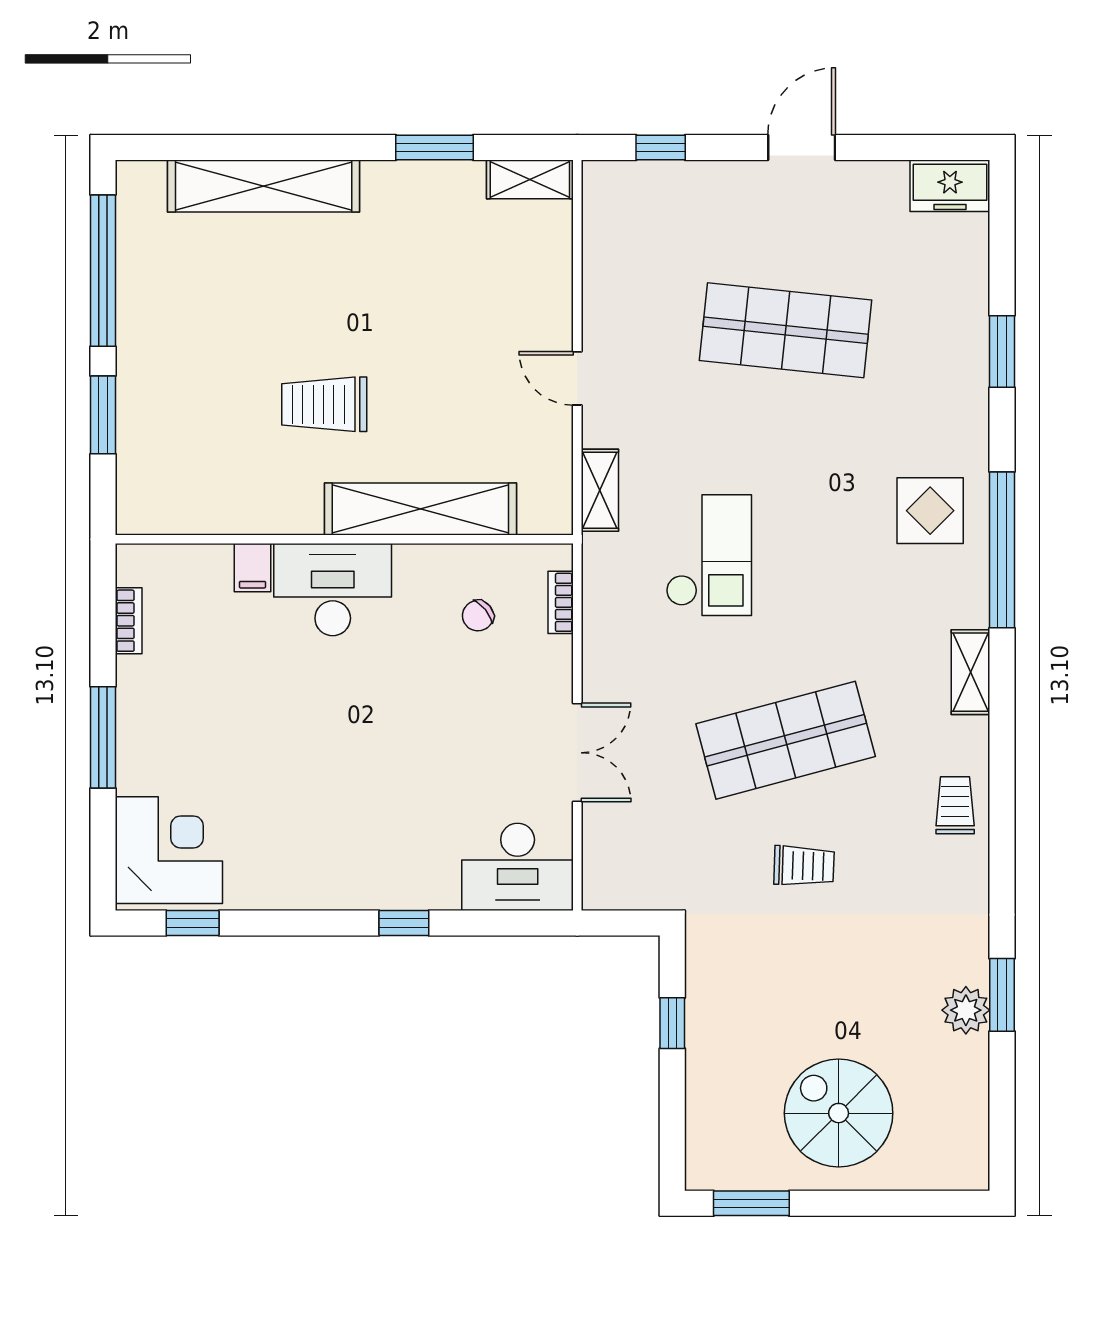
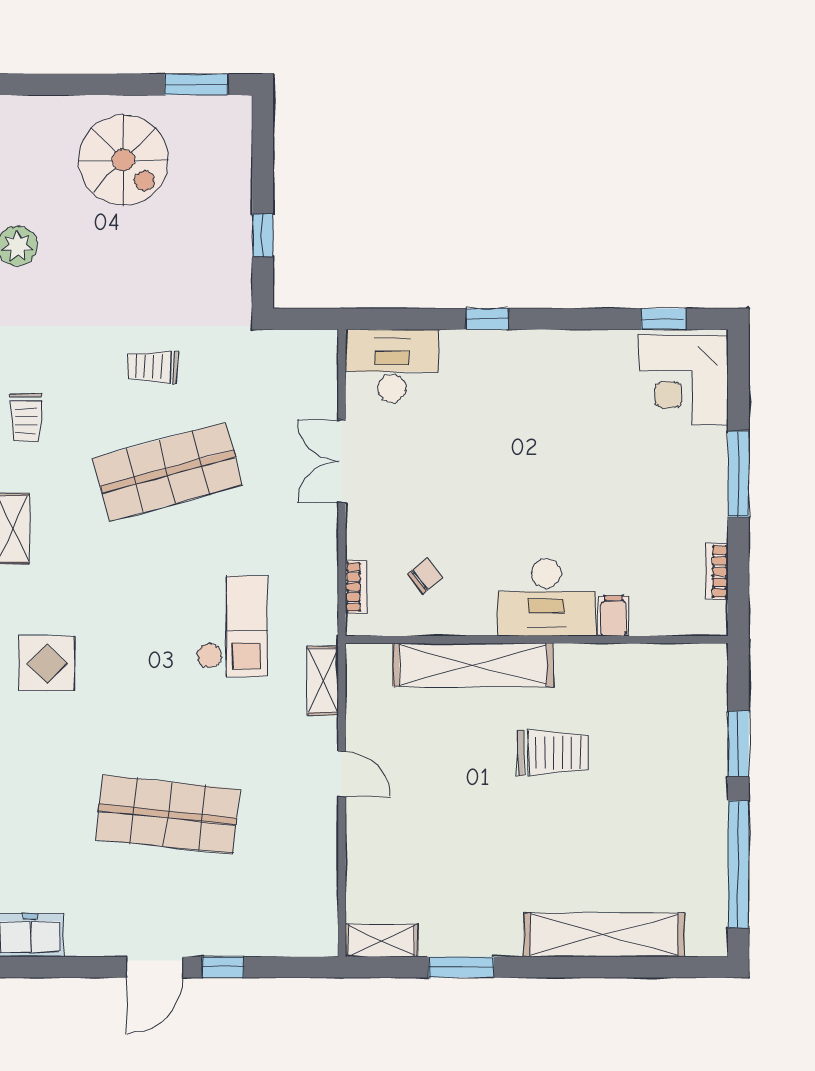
window: (661, 148) -> (223, 967), moved
checkout: (709, 555) -> (232, 626), turned 180

